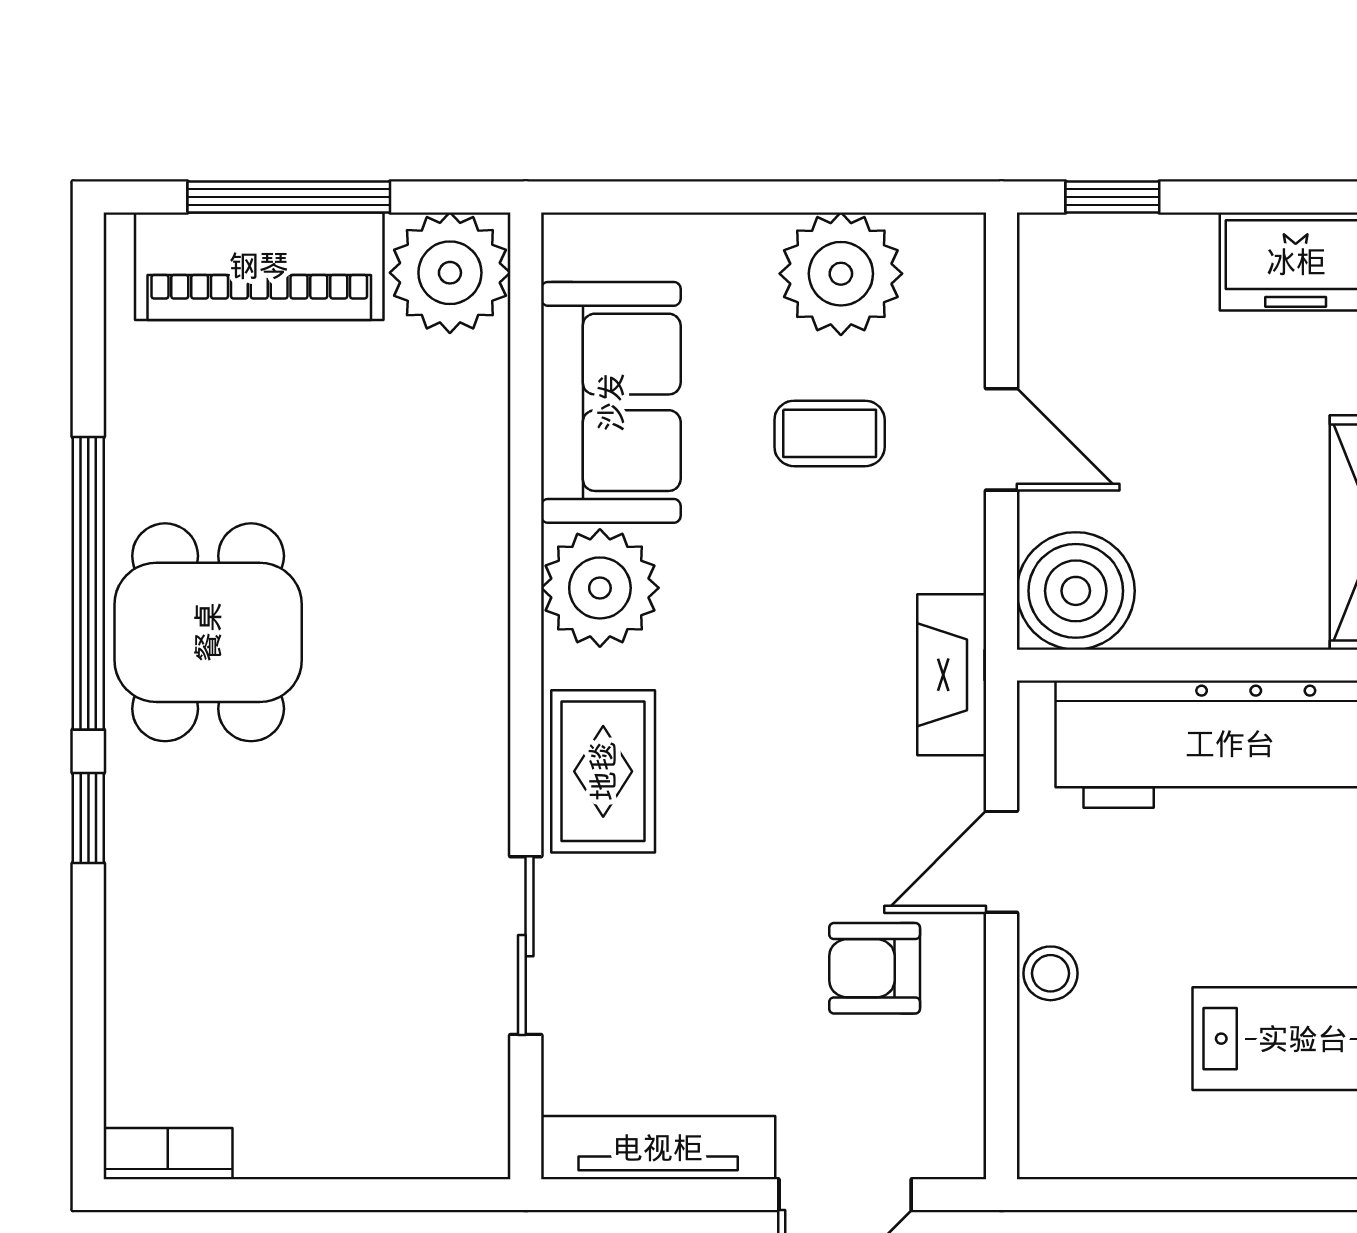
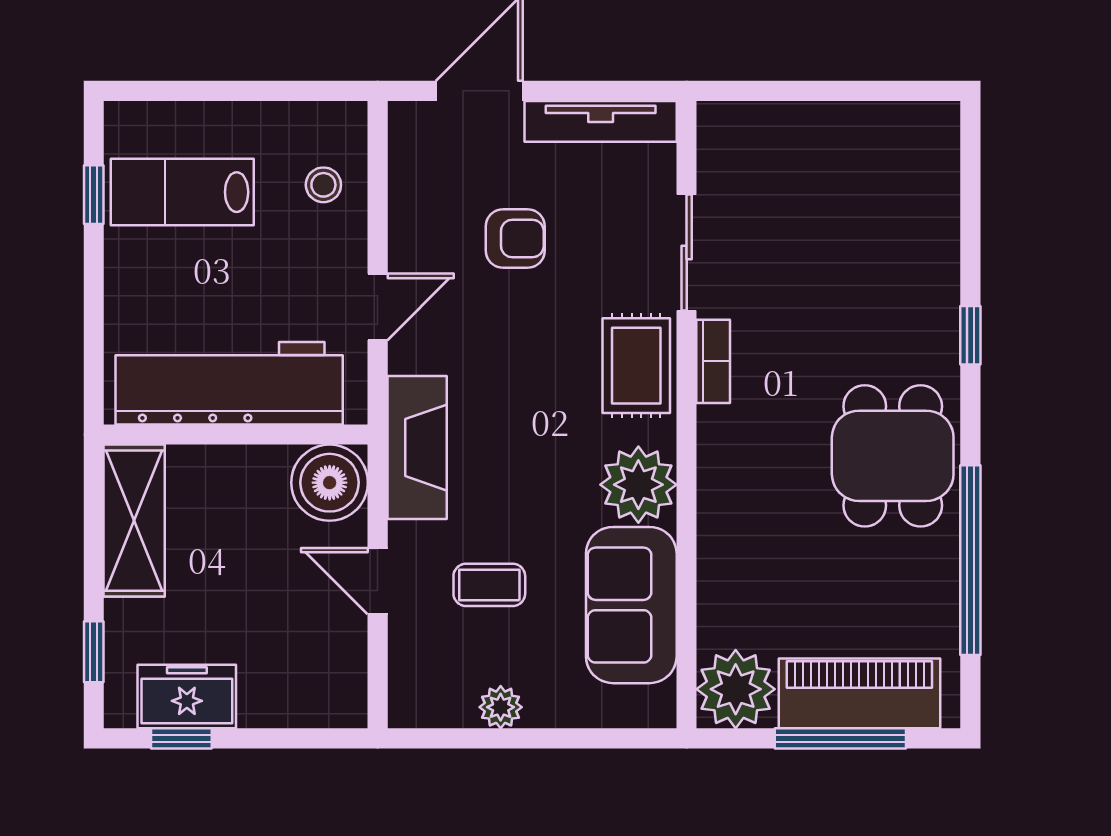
window: (1112, 197) -> (181, 738), moved
plant: (841, 274) -> (501, 707), width x0.53, depth x0.53
window: (88, 583) -> (970, 560), moved
fireplace: (952, 675) -> (417, 448), width x1.37, depth x1.32
armchair: (875, 968) -> (515, 239), moved
stool: (1051, 973) -> (323, 185), moved
bookcase: (168, 1154) -> (713, 361), moved, turned -90

